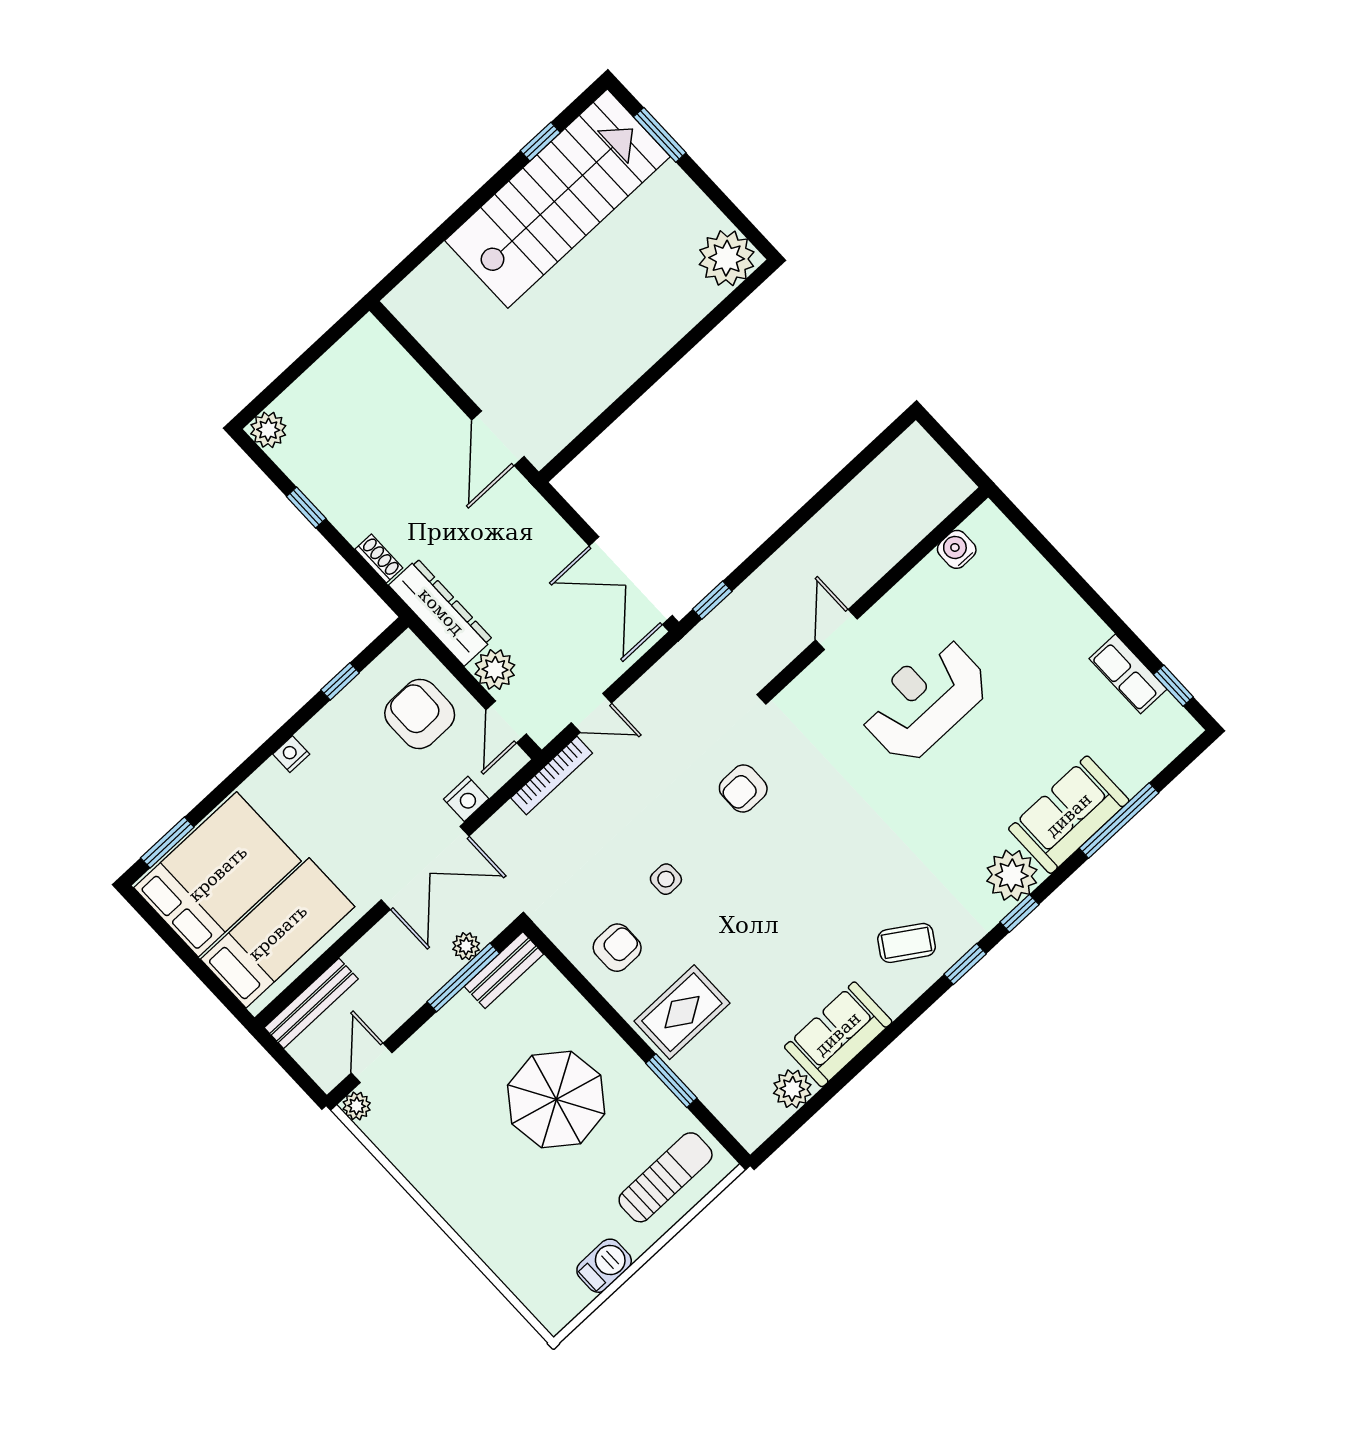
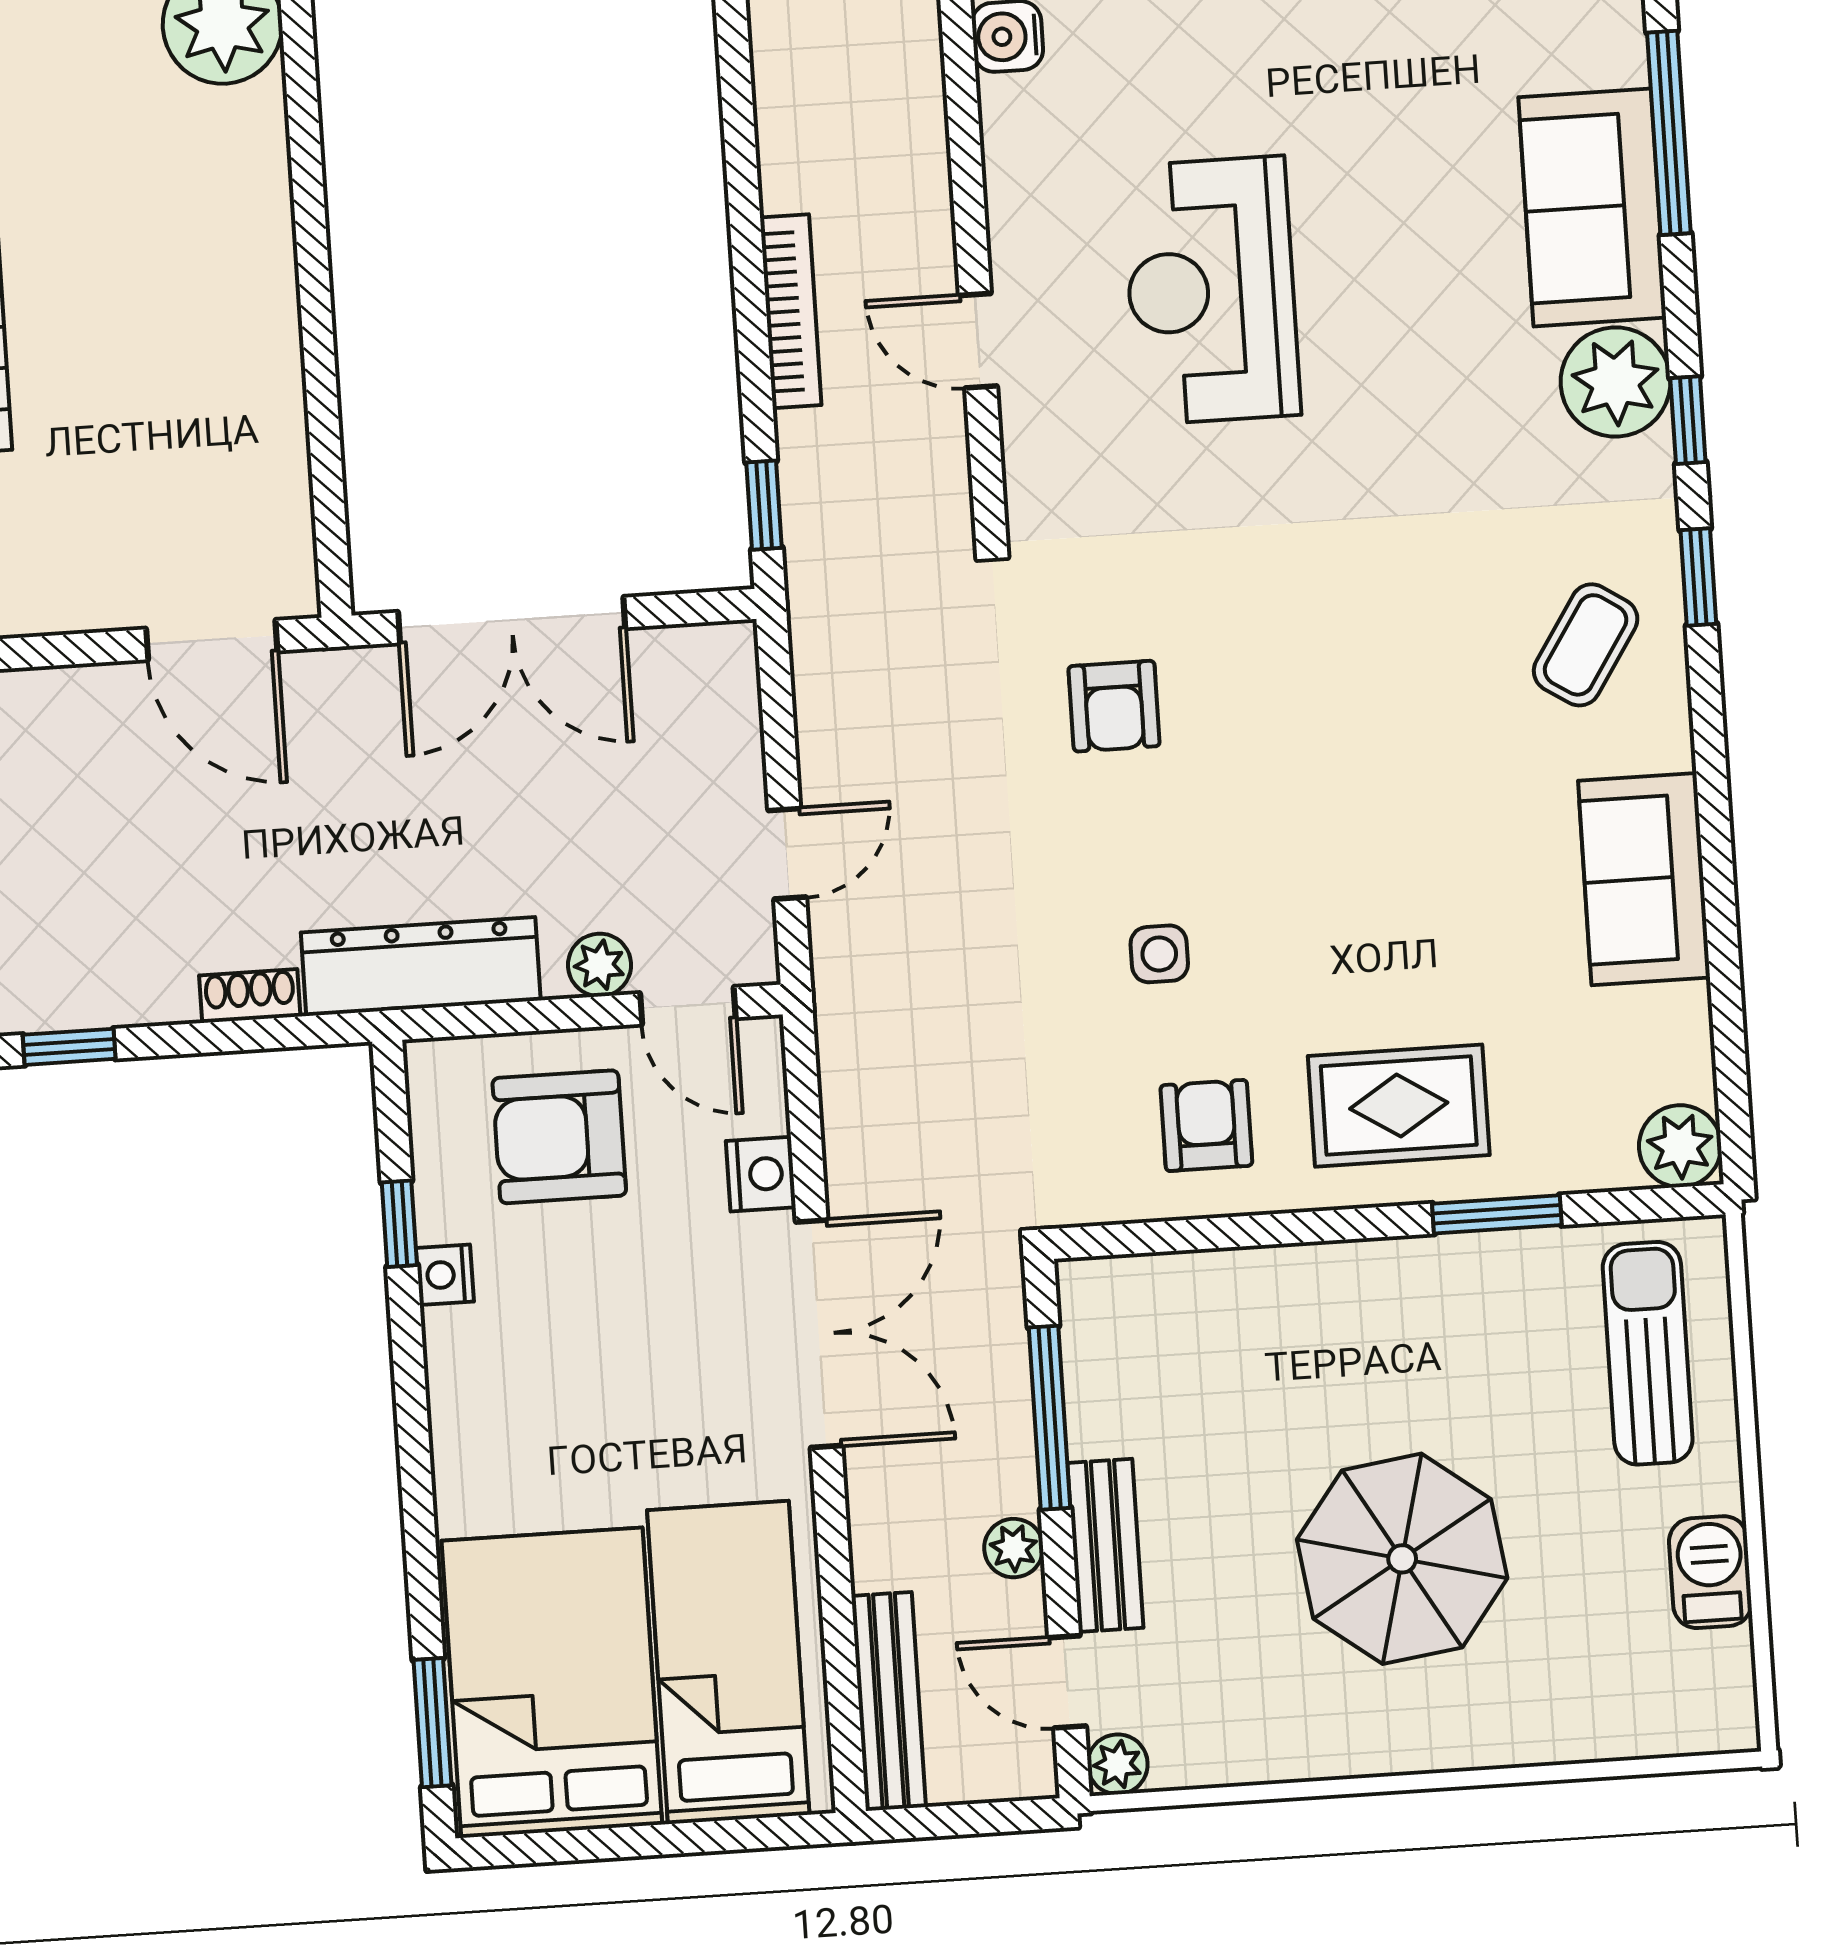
double door: (631, 581) -> (512, 620), moved
plant: (495, 669) -> (600, 965), width x0.73, depth x0.73
nightstand: (291, 754) -> (445, 1275), moved
bookcase: (552, 776) -> (791, 311), moved
plant: (466, 946) -> (1014, 1548), moved
bench: (504, 970) -> (1105, 1545), moved
rug: (682, 1012) -> (1399, 1106), turned 90
plant: (792, 1089) -> (1680, 1146), moved
parasol: (556, 1100) -> (1402, 1559), moved

